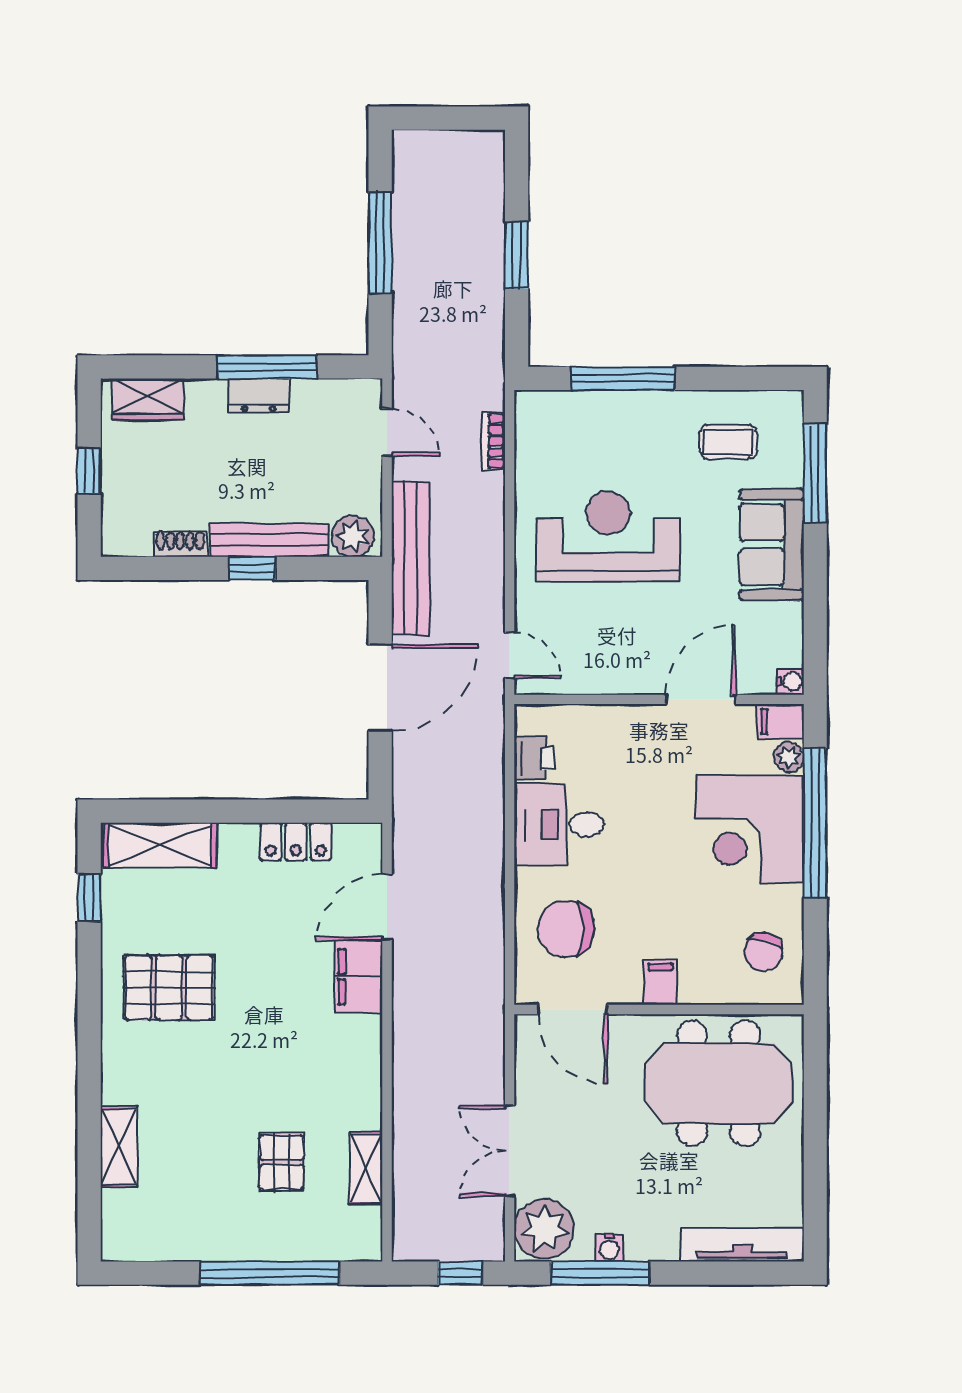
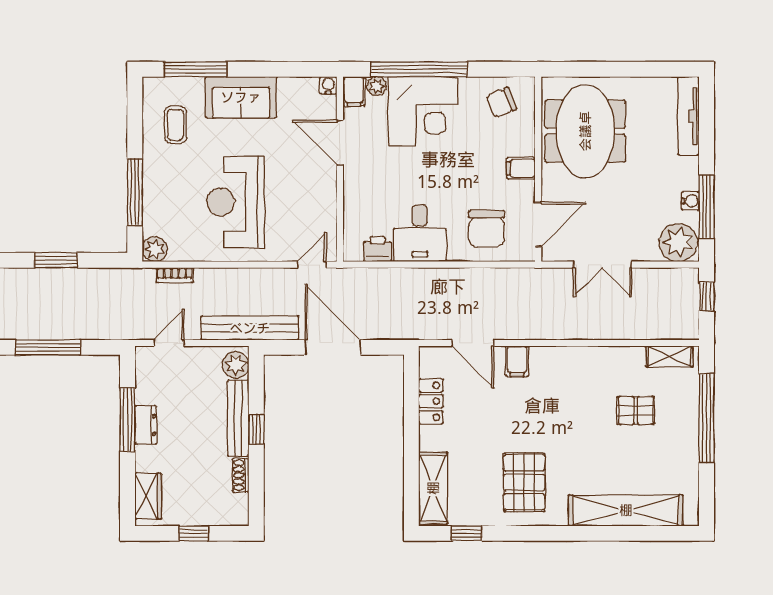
plant: (534, 410) -> (155, 249), added
chair: (763, 952) -> (501, 102), turned 146
filing cabinet: (359, 977) -> (517, 361), width x0.50
shelving: (119, 1147) -> (626, 510), width x2.20, depth x1.33
double door: (510, 1151) -> (602, 265), moved
shelving: (366, 1168) -> (669, 356), moved

